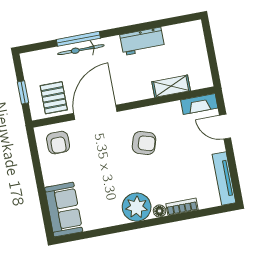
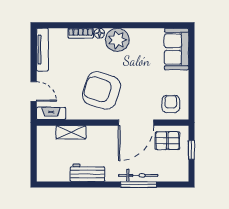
pallet: (54, 98) -> (167, 141), turned 90
armchair: (144, 143) -> (102, 90), width x1.88, depth x1.88

